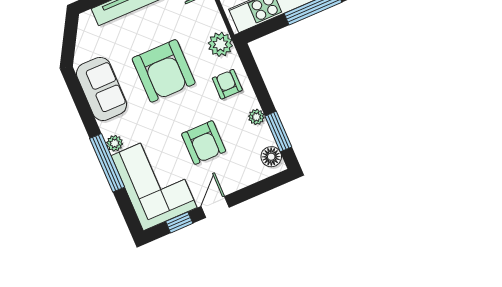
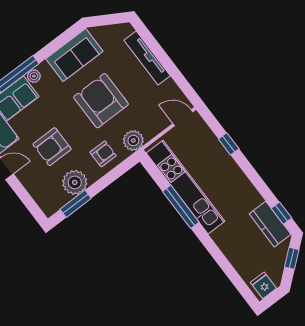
armchair: (164, 71) -> (101, 101), turned 90
plant: (256, 117) -> (75, 182), width x1.88, depth x1.88
floor lamp: (271, 157) -> (54, 203), removed

